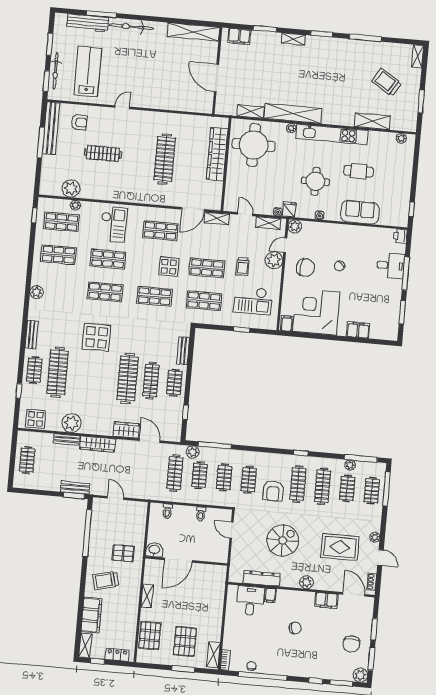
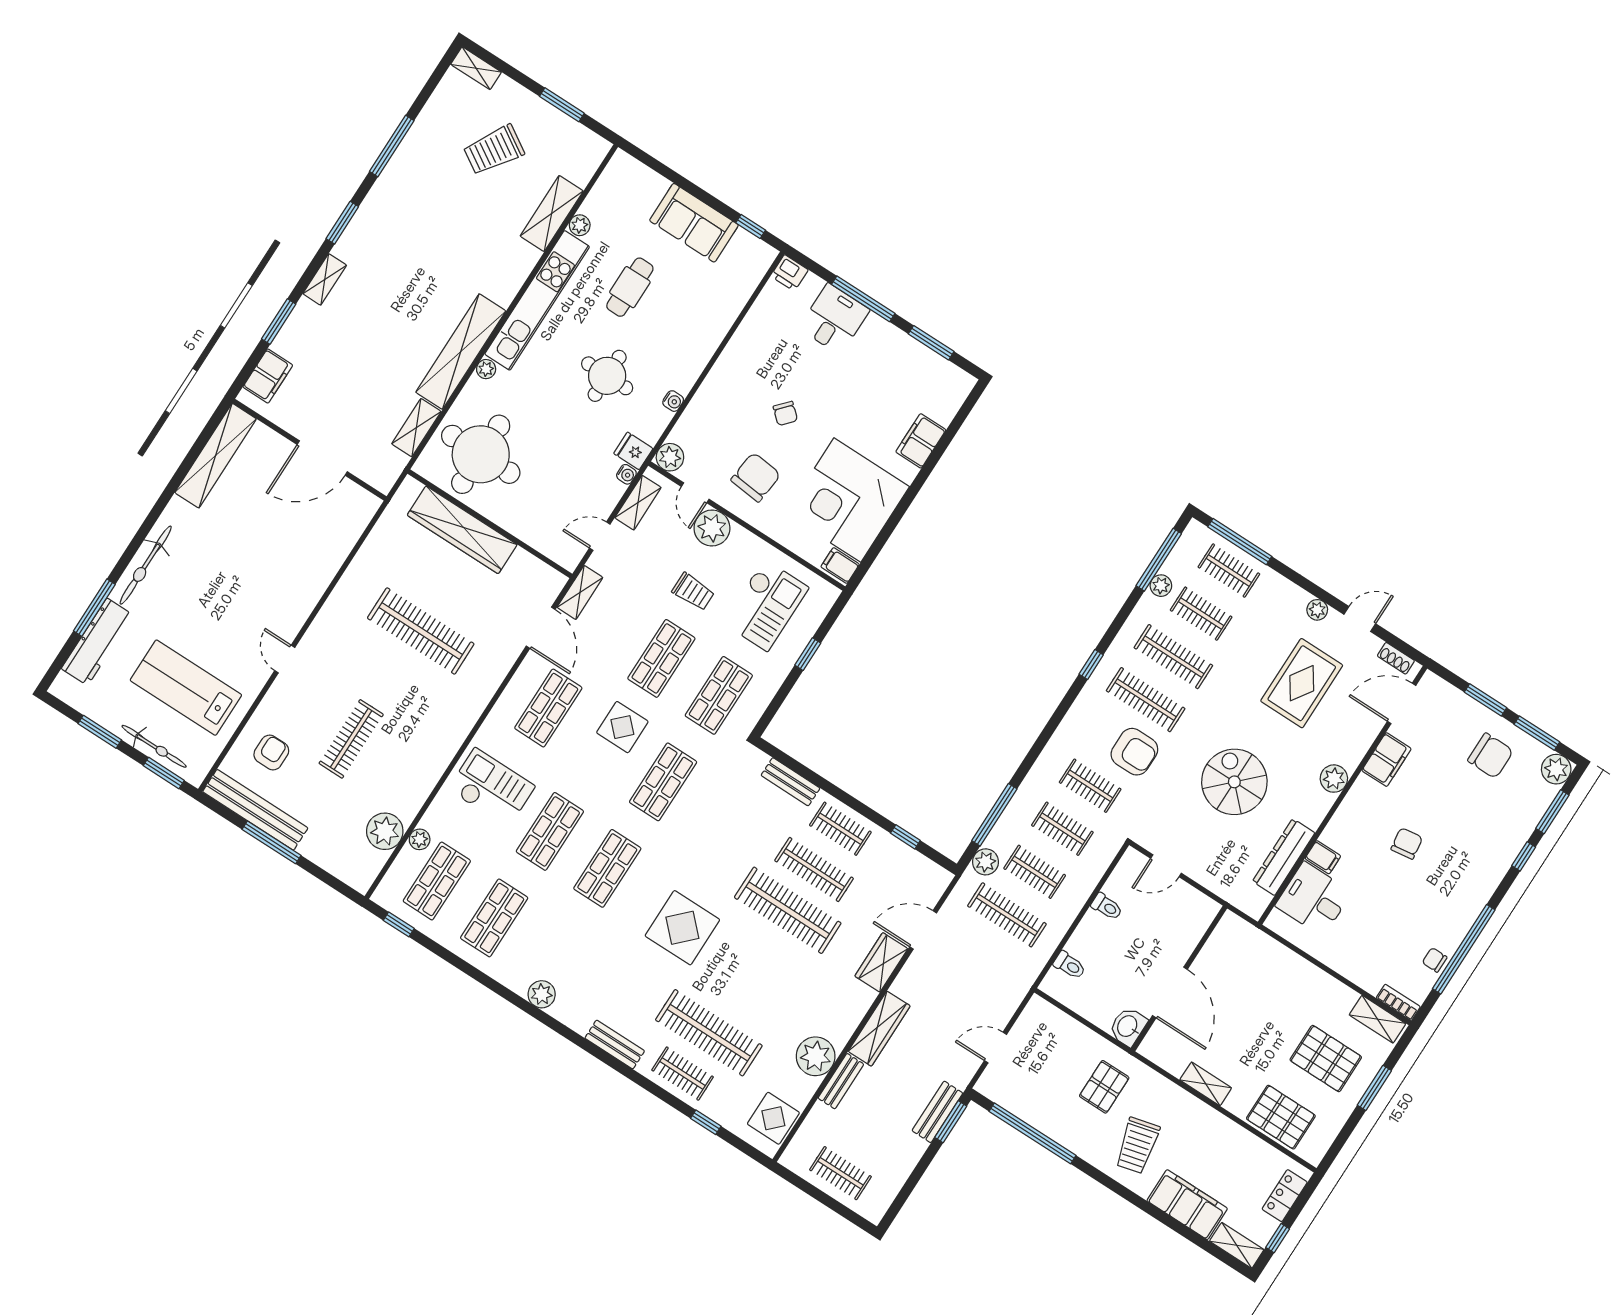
plant: (401, 138) -> (580, 225), moved
sofa: (360, 212) -> (694, 223), moved, turned -90

